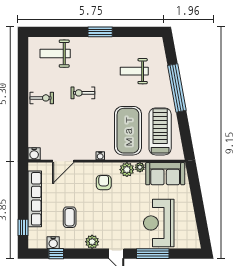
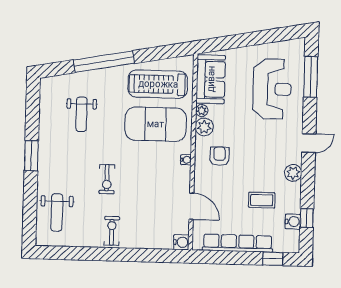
armchair: (104, 182) -> (219, 156), turned 90
reception desk: (159, 223) -> (272, 89), turned -90
window: (153, 254) -> (311, 77), moved

